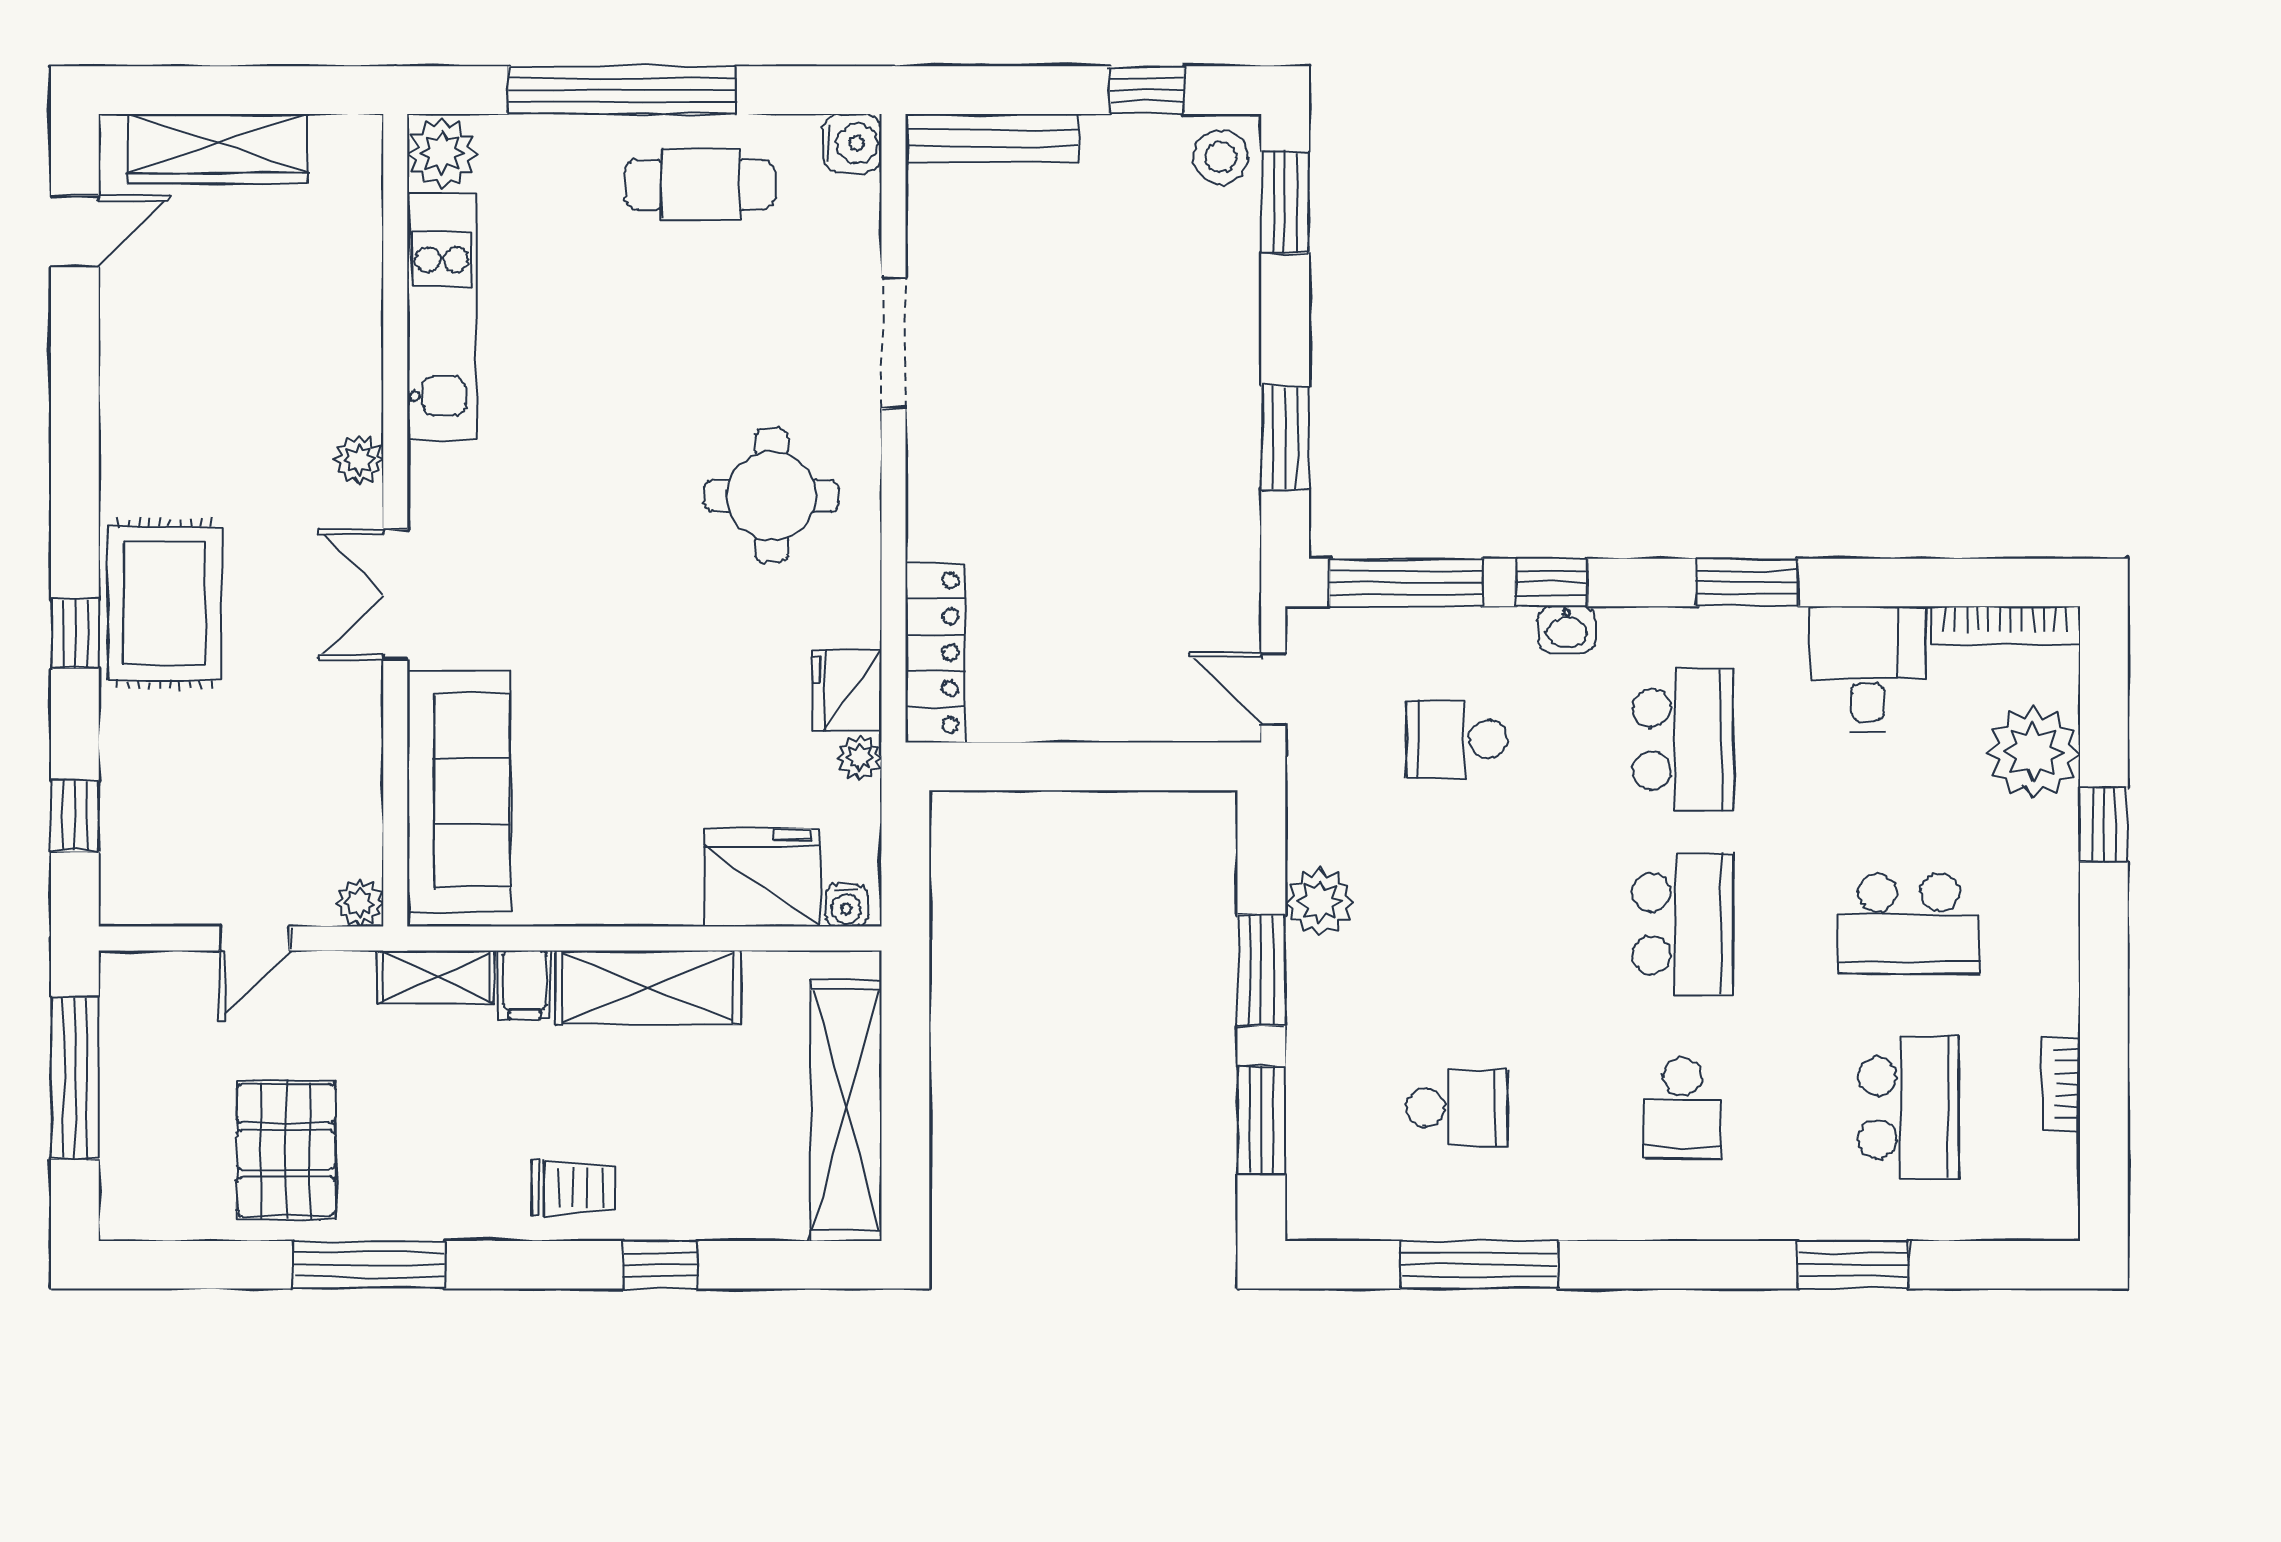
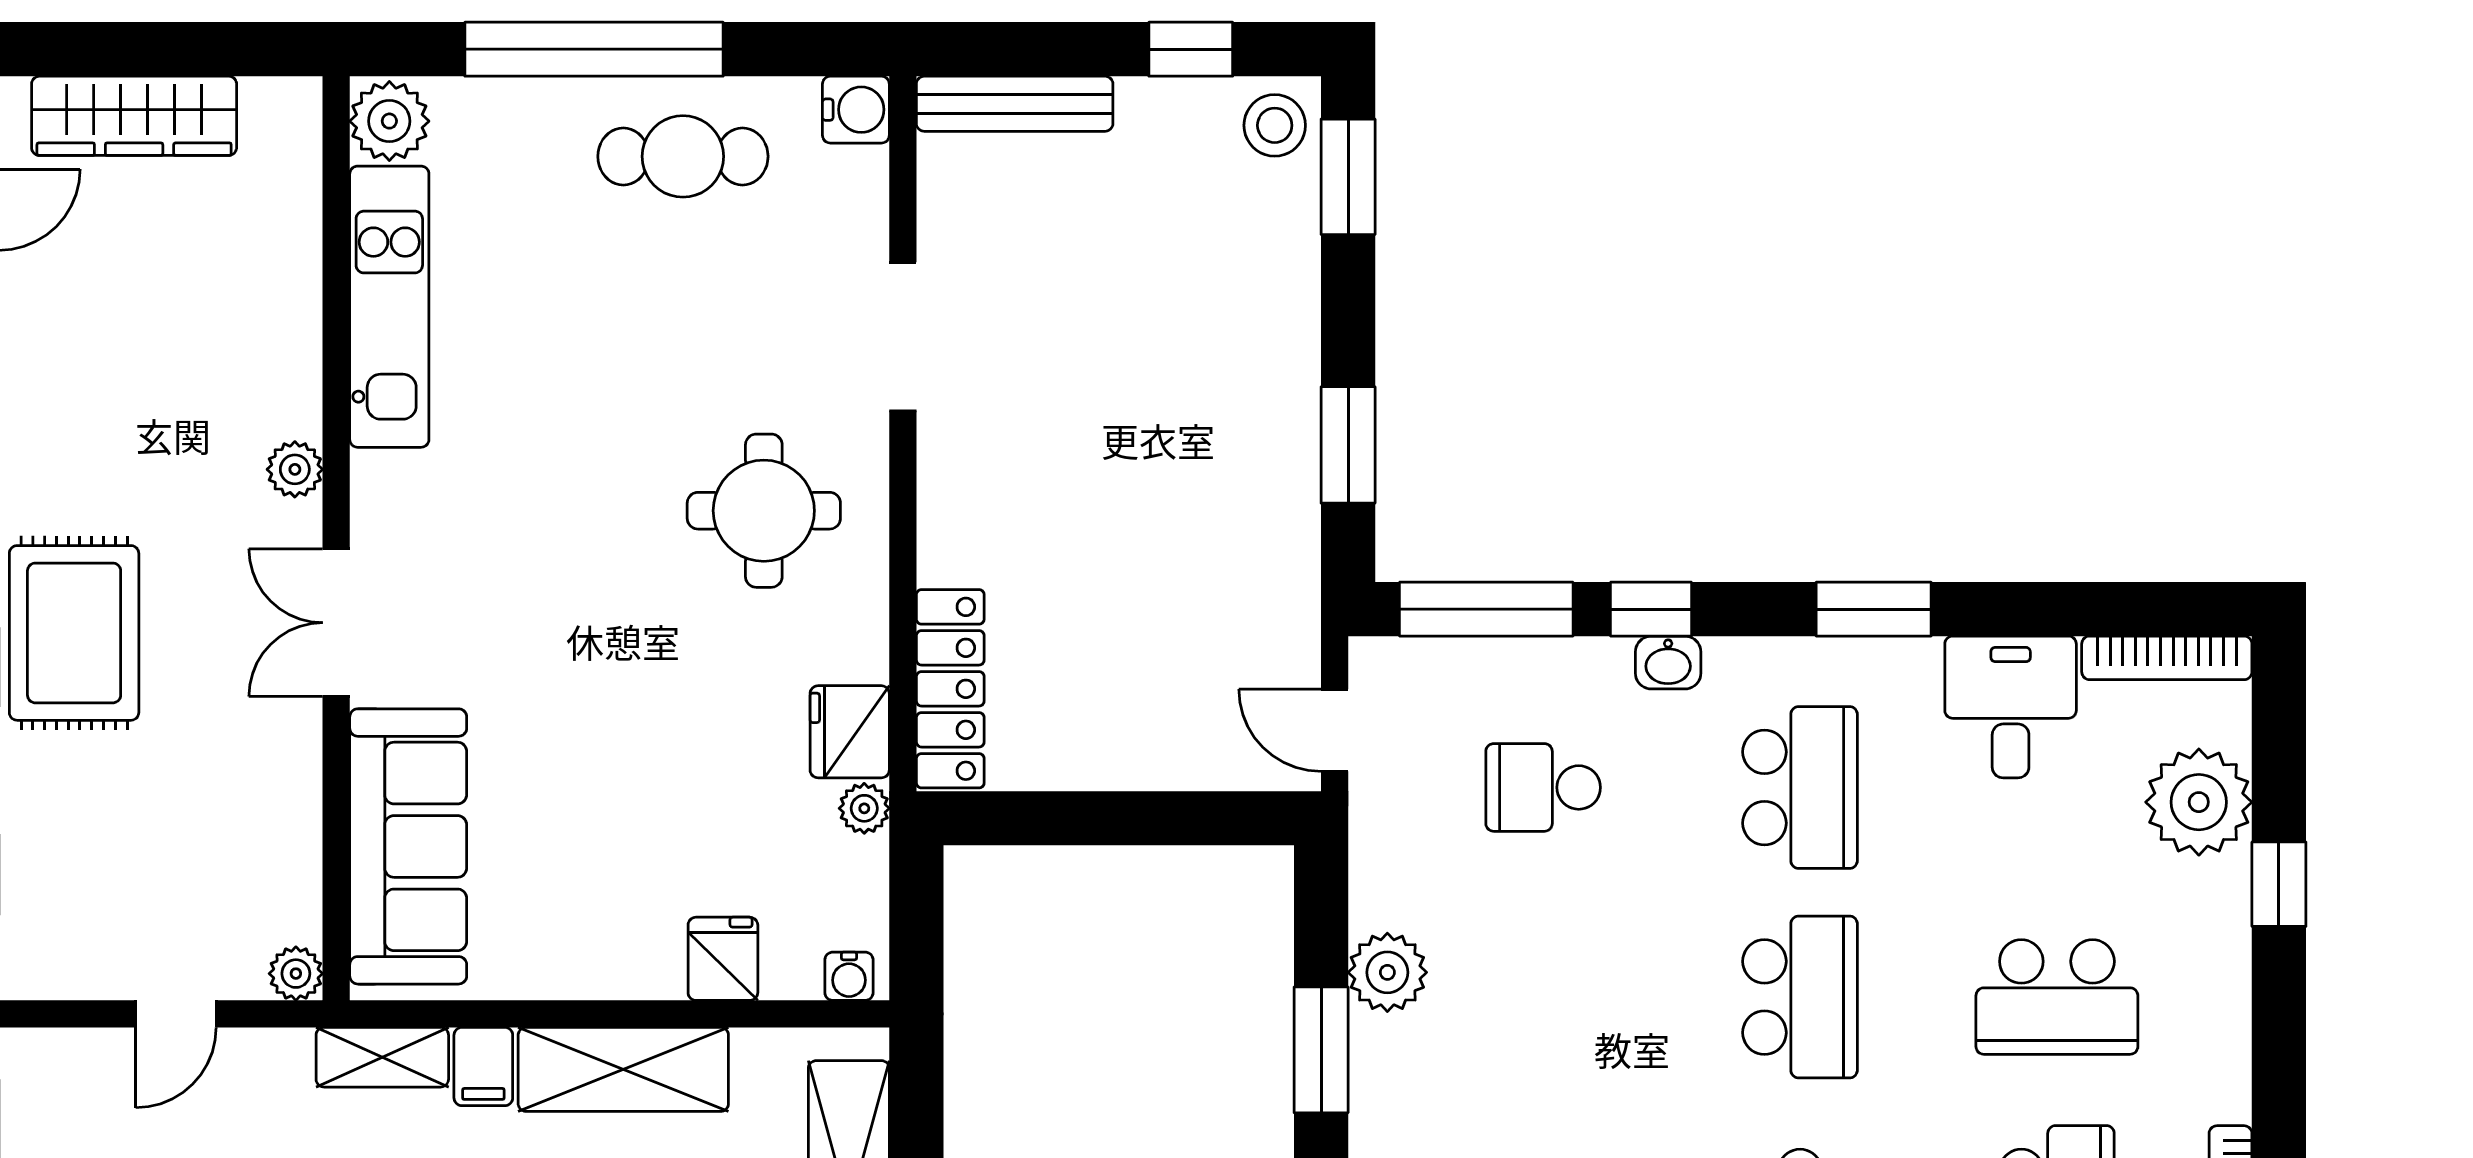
fridge: (762, 878) -> (723, 959), width x0.53, depth x0.75

